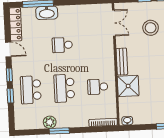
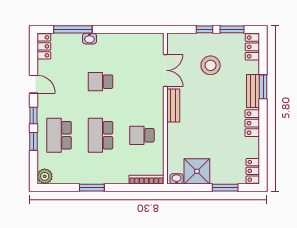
washbasin: (47, 13) -> (89, 39), width x0.52, depth x0.69
double door: (114, 23) -> (165, 70), moved
locker: (15, 24) -> (44, 46), width x0.66
shower: (128, 86) -> (197, 171), moved
plant: (50, 122) -> (45, 176), moved

